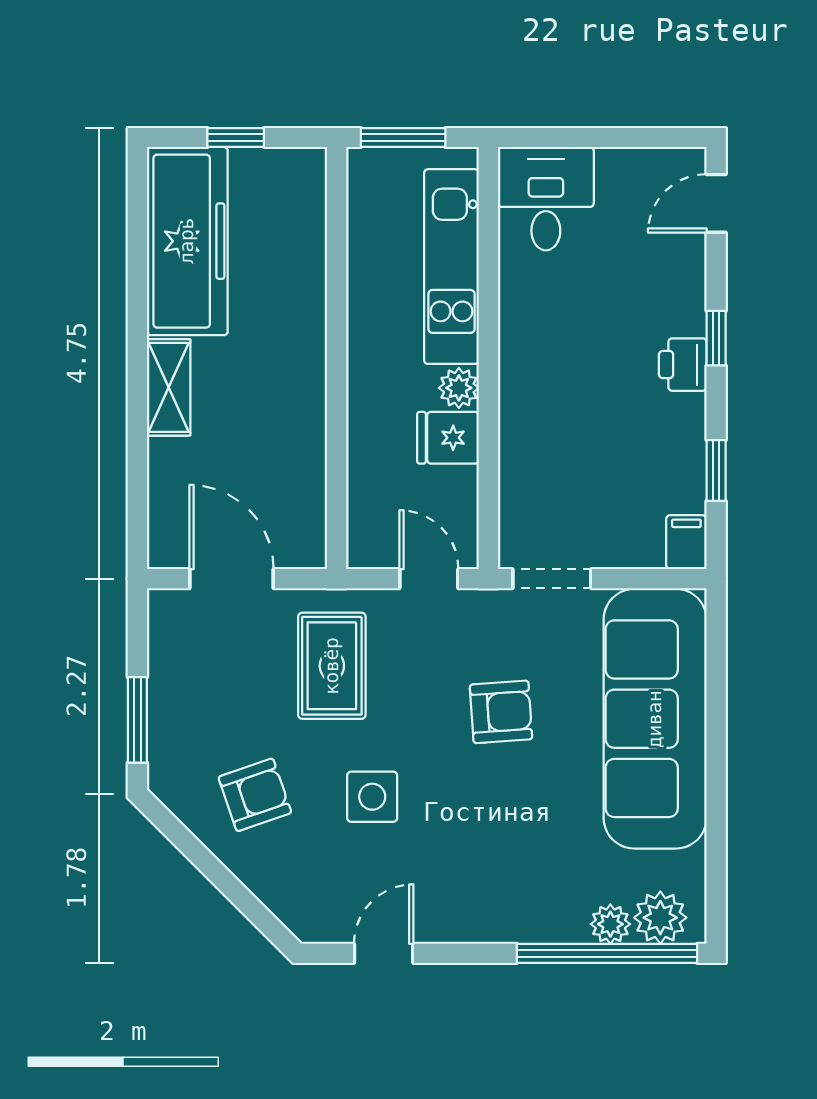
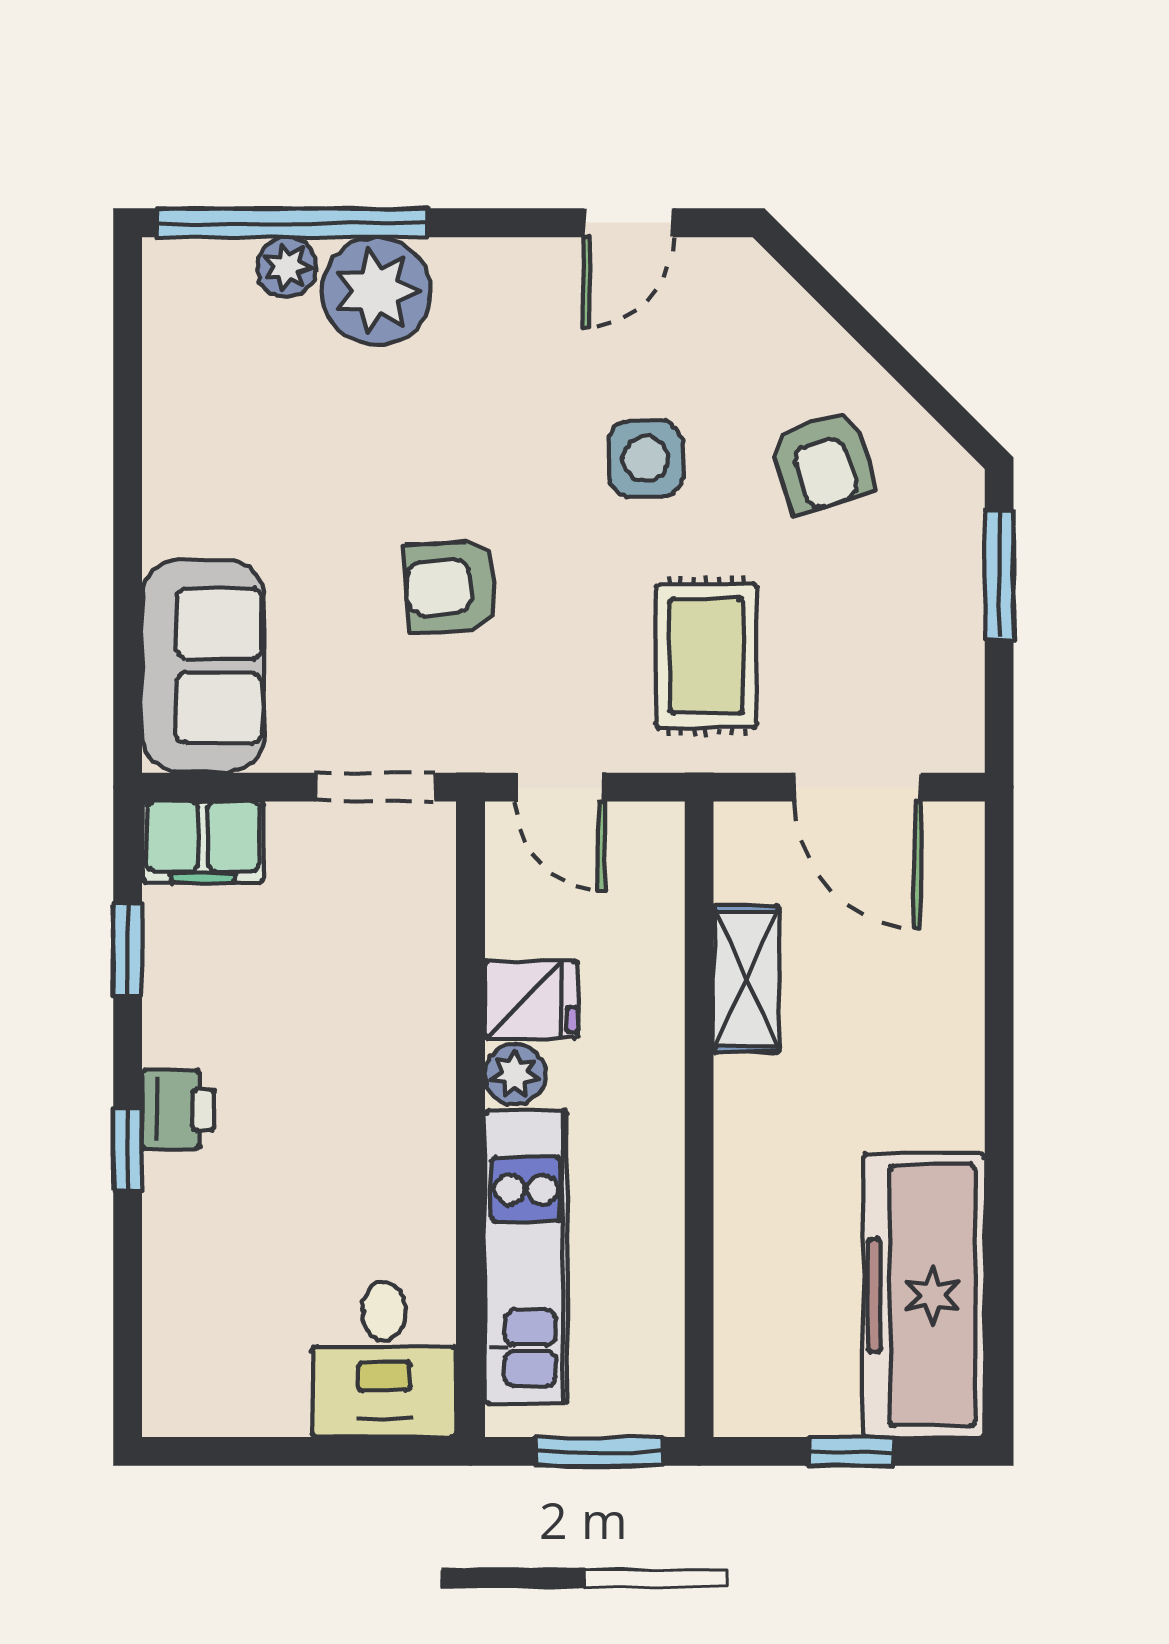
door: (716, 203) -> (128, 1352), removed
shelving: (169, 387) -> (746, 979), moved
filing cabinet: (686, 542) -> (203, 842), width x2.00
sofa: (655, 719) -> (203, 666), width x0.54, depth x0.79
armchair: (255, 795) -> (822, 462), turned -88
plant: (660, 918) -> (376, 291), moved, width x1.36, depth x1.36

